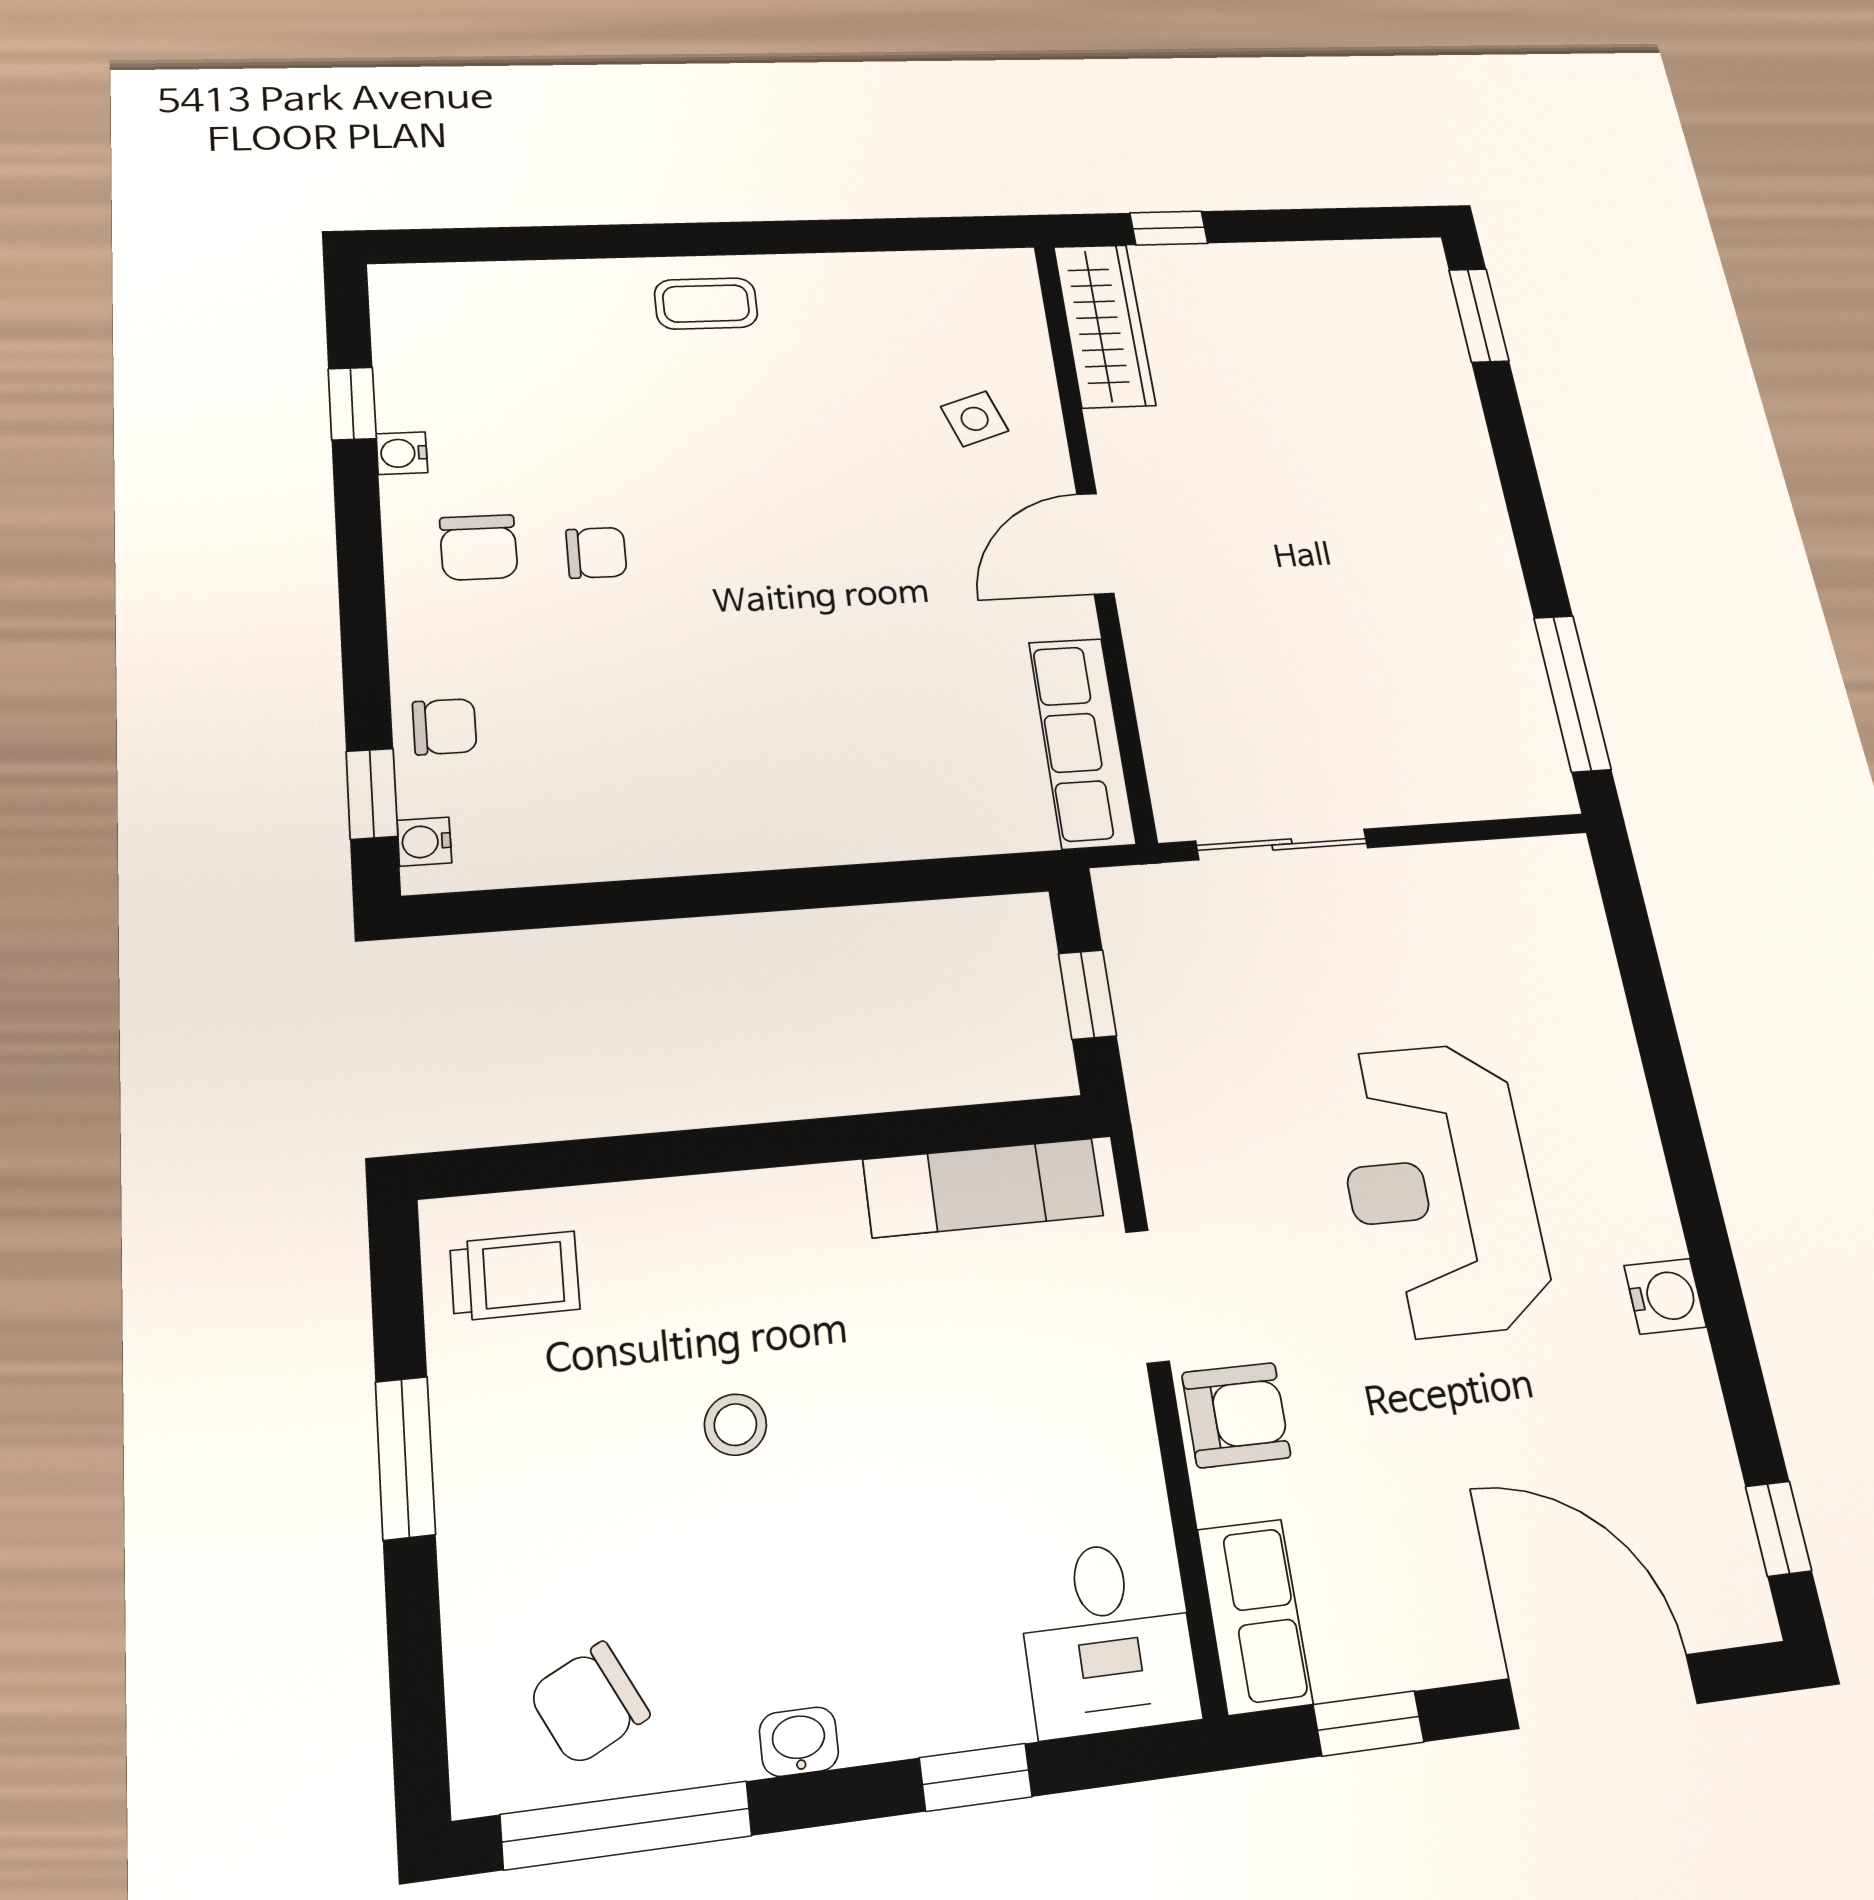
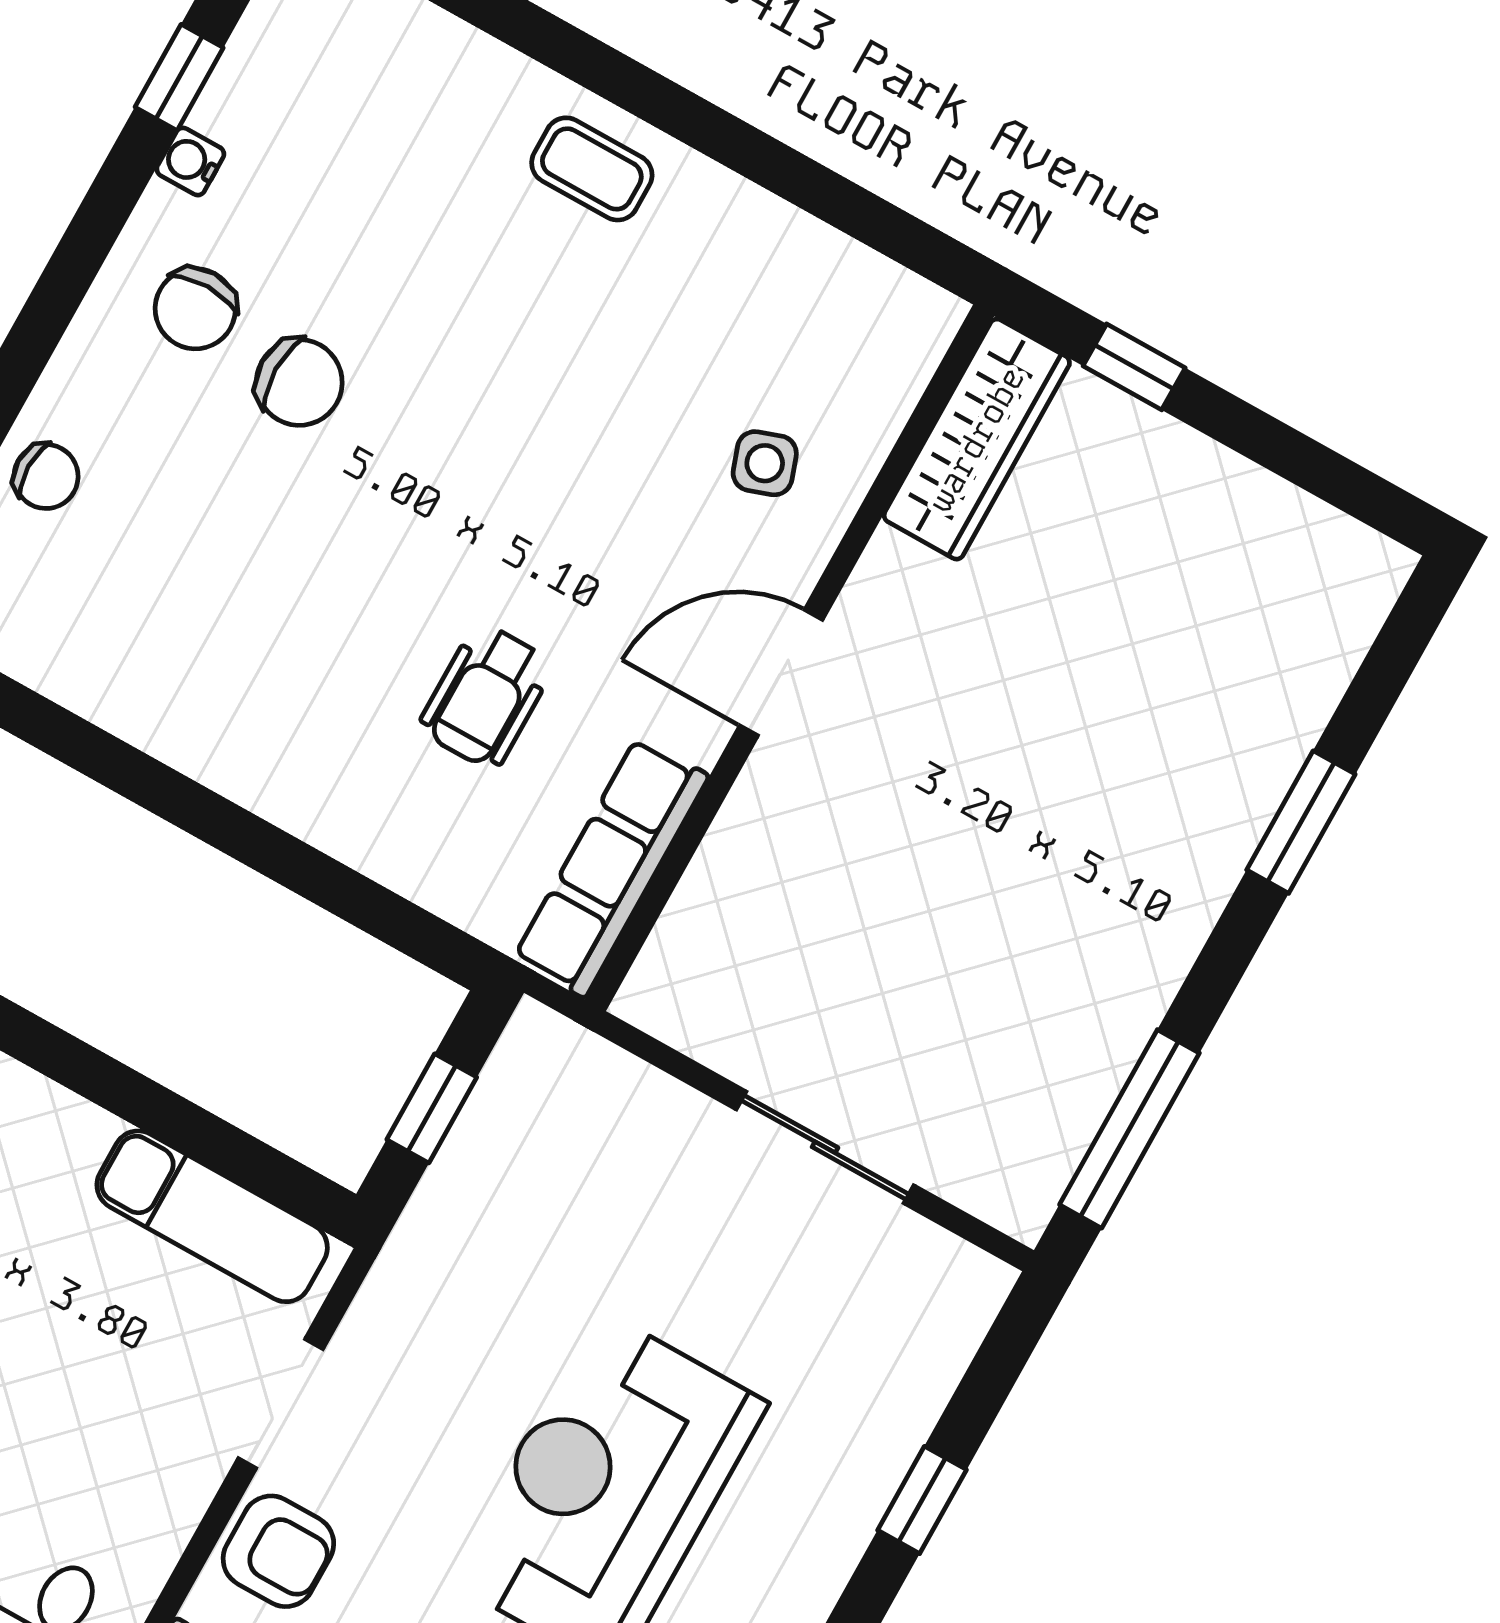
window: (1479, 315) -> (1301, 822), moved
chair: (596, 553) -> (299, 382), width x1.37, depth x1.37
wheelchair: (900, 682) -> (486, 696), added
sliding door: (1282, 844) -> (825, 1147), moved
window: (1657, 1037) -> (922, 1500), added

